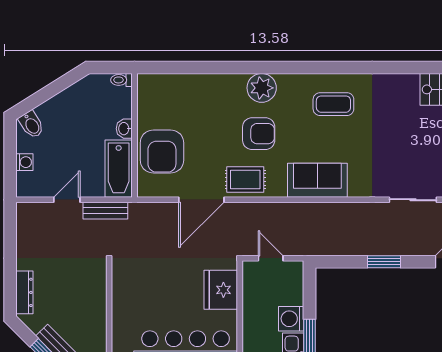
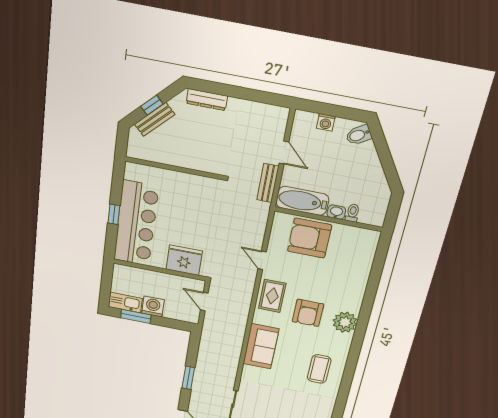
toilet: (121, 80) -> (353, 213), moved
door: (201, 200) -> (262, 260), width x0.53
door: (271, 258) -> (204, 302), swing flipped

